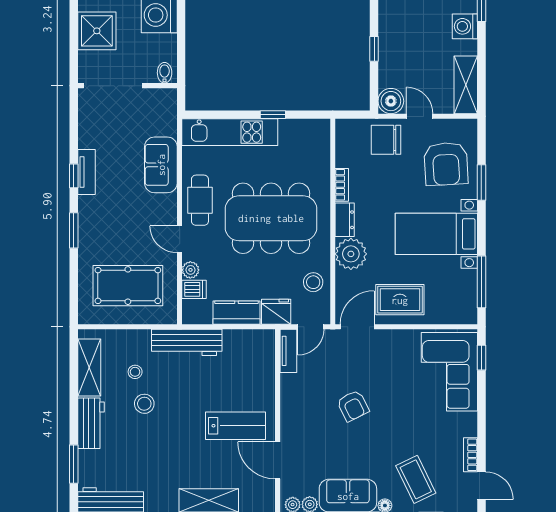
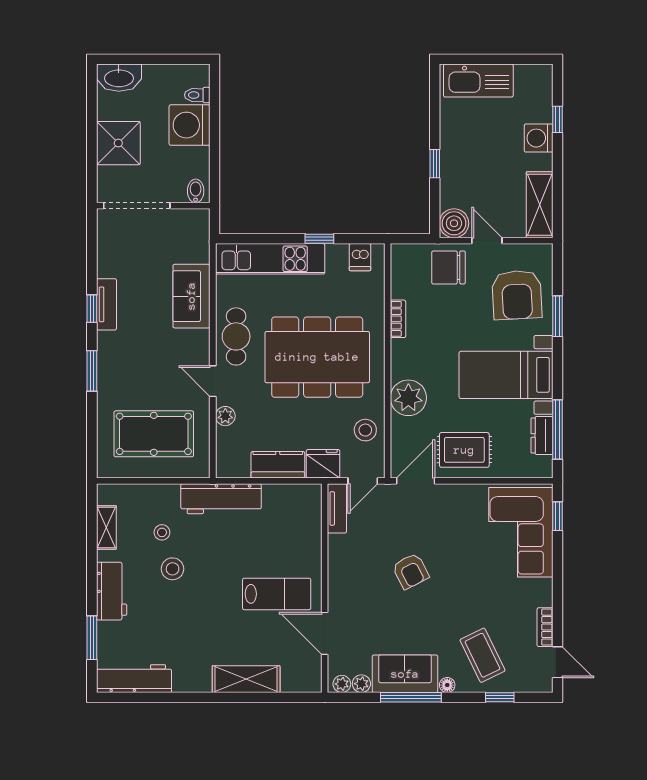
dresser: (345, 220) -> (542, 435), moved, turned 180
dishwasher: (194, 289) -> (360, 257), moved, turned 90
shelving: (89, 367) -> (106, 527), width x0.67, depth x0.75

